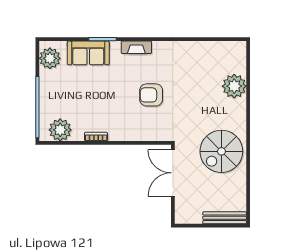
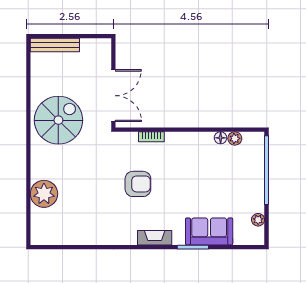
plant: (50, 58) -> (258, 220), width x0.53, depth x0.53
plant: (60, 130) -> (235, 138), width x0.53, depth x0.53
floor lamp: (78, 136) -> (221, 138), added
bookcase: (96, 137) -> (151, 137), moved

